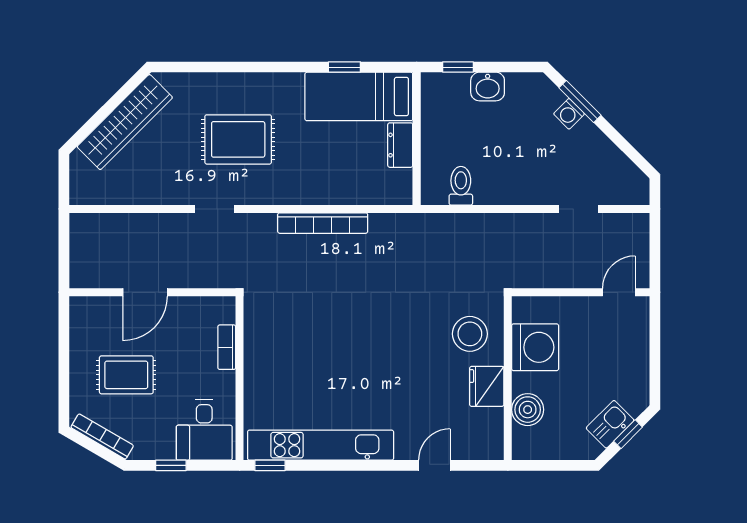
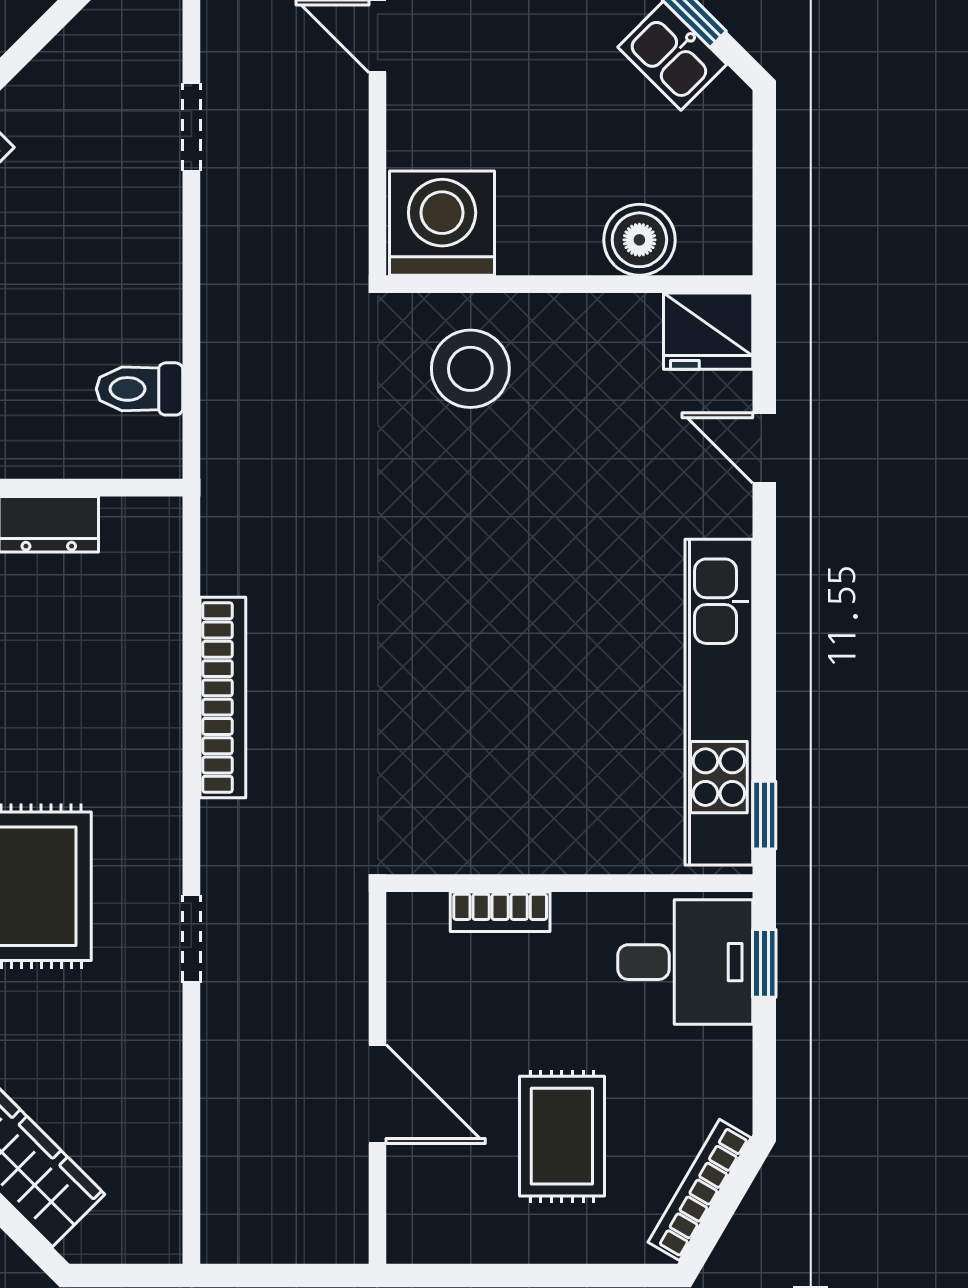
washing machine: (535, 347) -> (442, 223), moved
fridge: (487, 386) -> (708, 331), moved
window: (171, 465) -> (764, 963), moved

